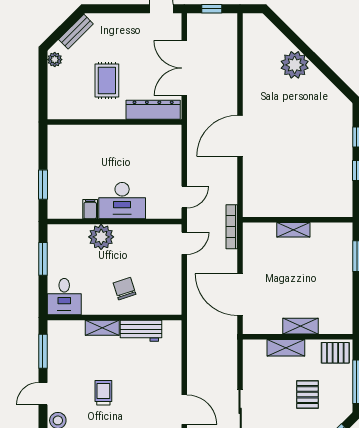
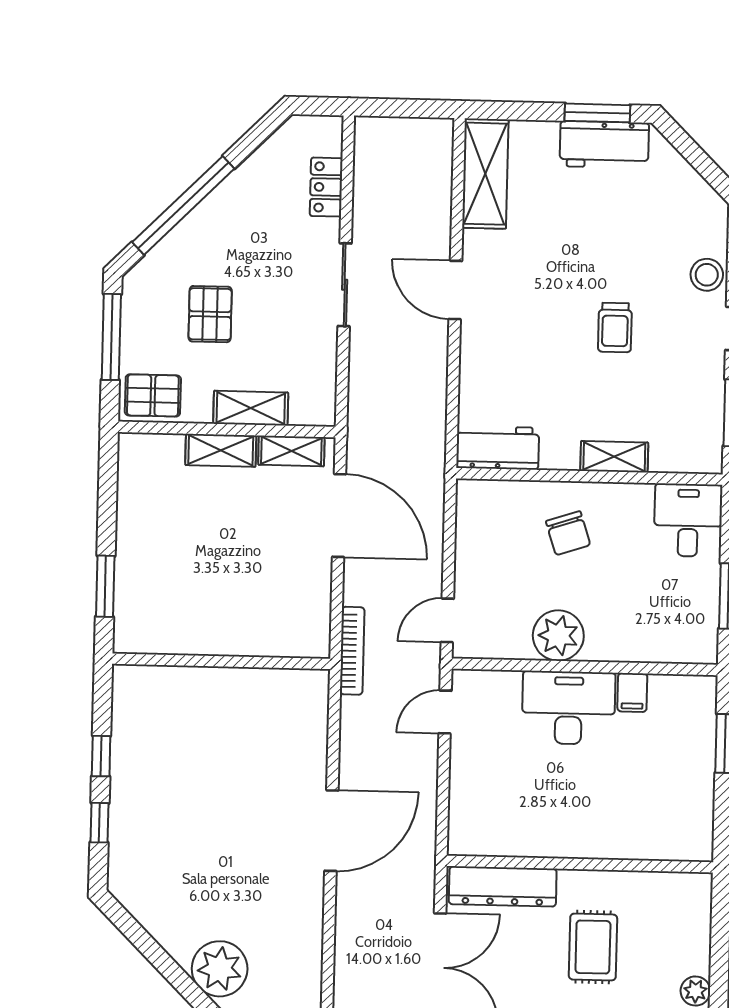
shelving: (293, 230) -> (291, 451), moved
plant: (101, 237) -> (558, 636), moved
workbench: (141, 331) -> (498, 448), moved

